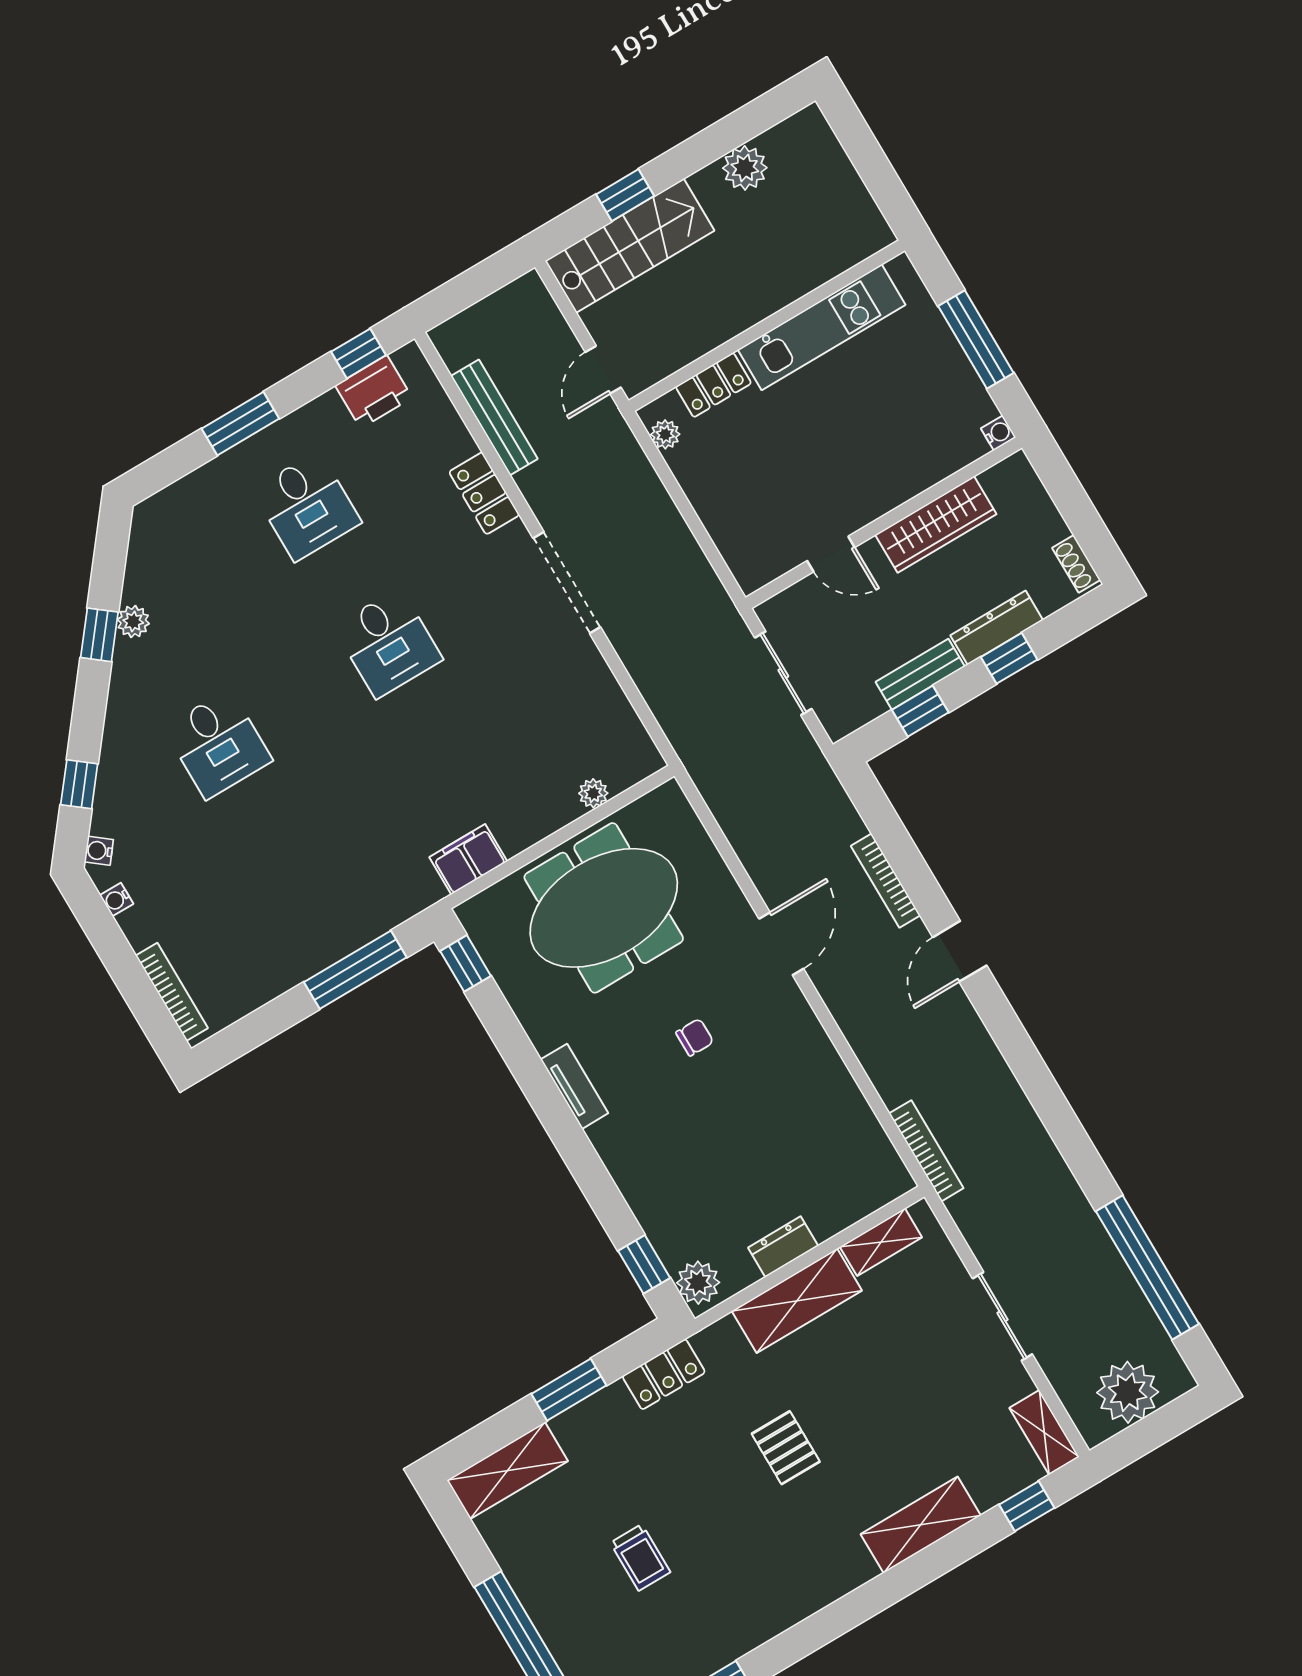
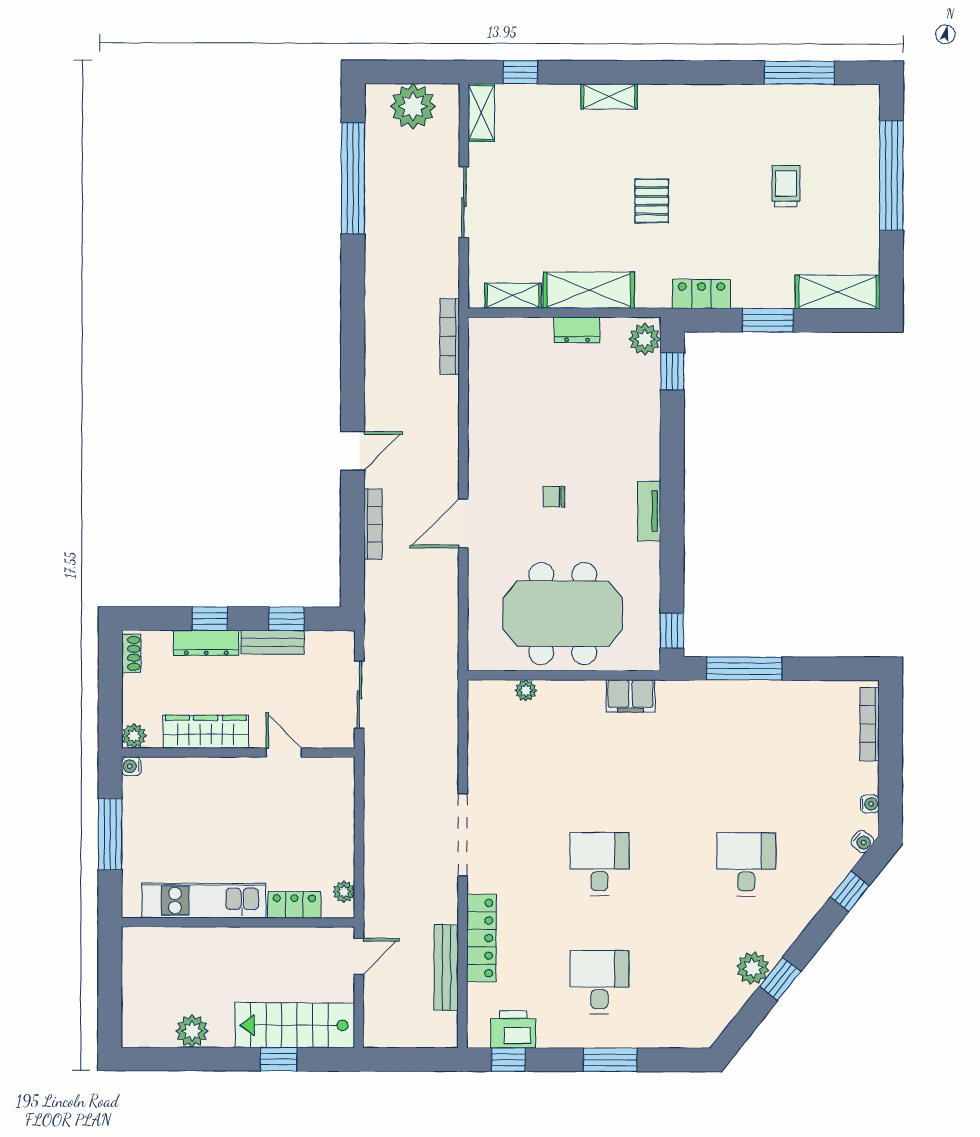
plant: (1016, 470) -> (134, 736), added
locker: (484, 493) -> (481, 938), width x1.53
plant: (133, 622) -> (753, 968), width x1.38, depth x1.38
shelving: (921, 1525) -> (609, 96), width x0.67, depth x0.75

